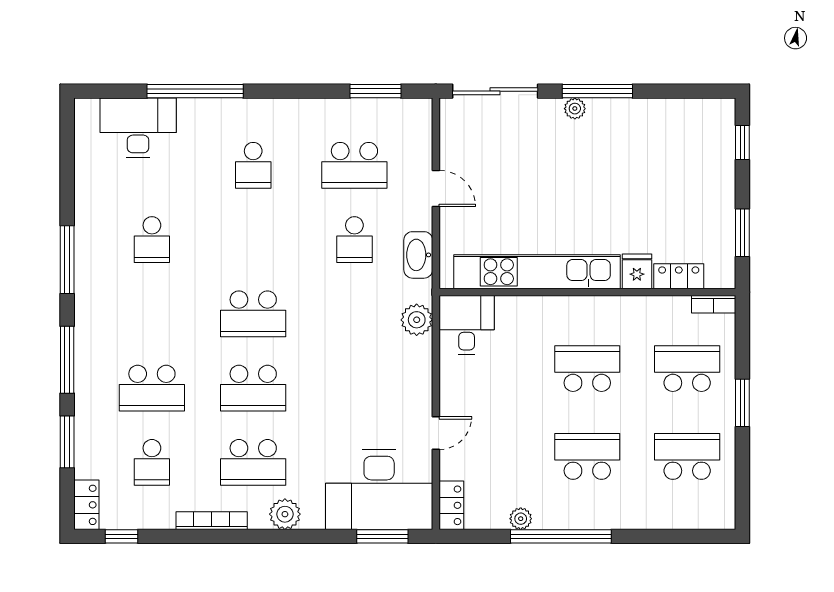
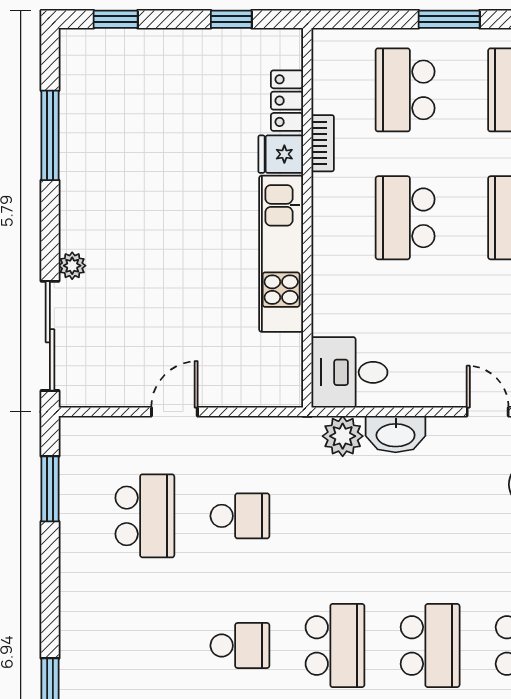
window: (597, 91) -> (50, 135), moved
plant: (575, 109) -> (72, 266), moved
school desk: (253, 165) -> (240, 646), moved
window: (742, 233) -> (231, 19), width x0.67
washbasin: (418, 255) -> (396, 434), moved
kitchen unit: (537, 272) -> (281, 254), width x0.73
bookcase: (714, 304) -> (323, 143), moved

